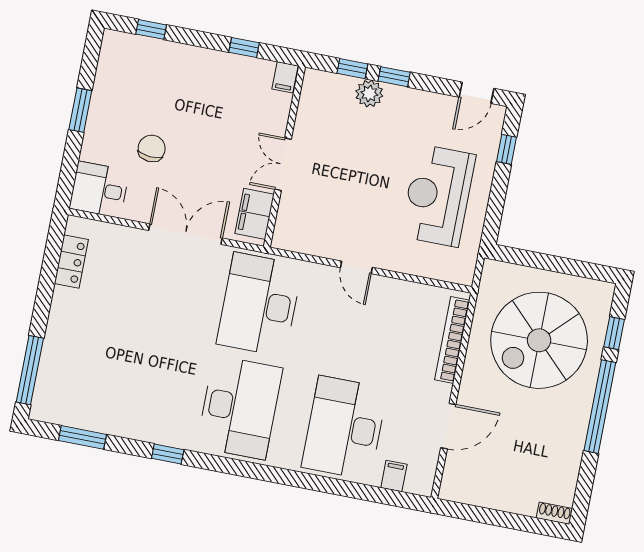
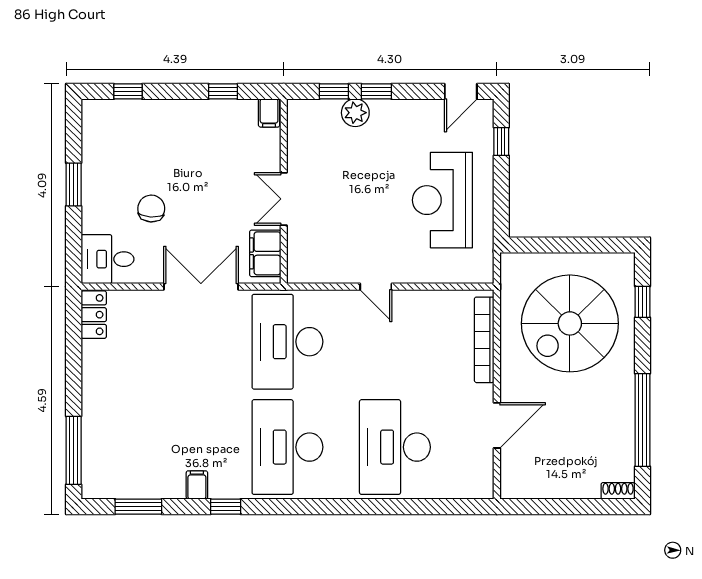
locker: (71, 262) -> (94, 315), moved
desk: (239, 407) -> (287, 447), turned 180
window: (600, 407) -> (643, 420), moved
filing cabinet: (394, 476) -> (197, 485), moved

